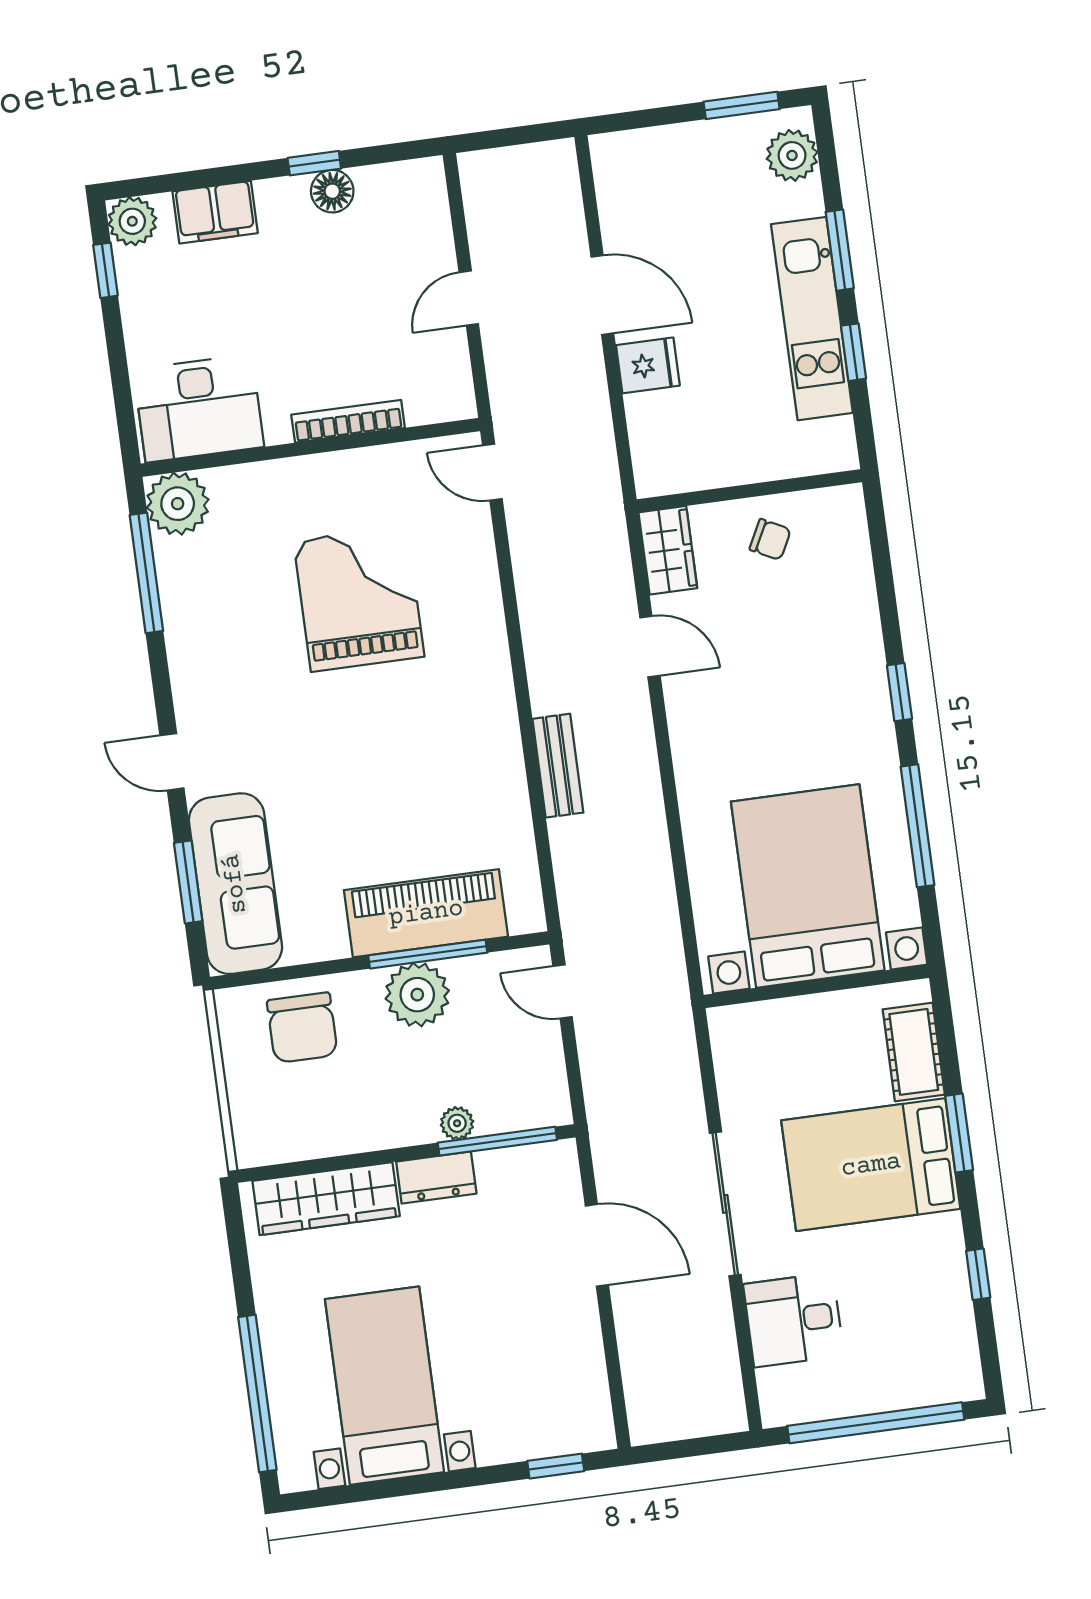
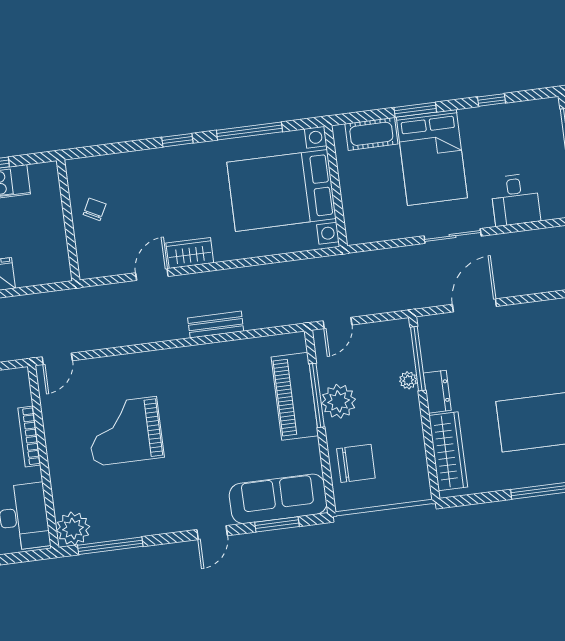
wardrobe: (668, 550) -> (190, 253), moved
sliding door: (725, 1204) -> (453, 236), width x0.73

